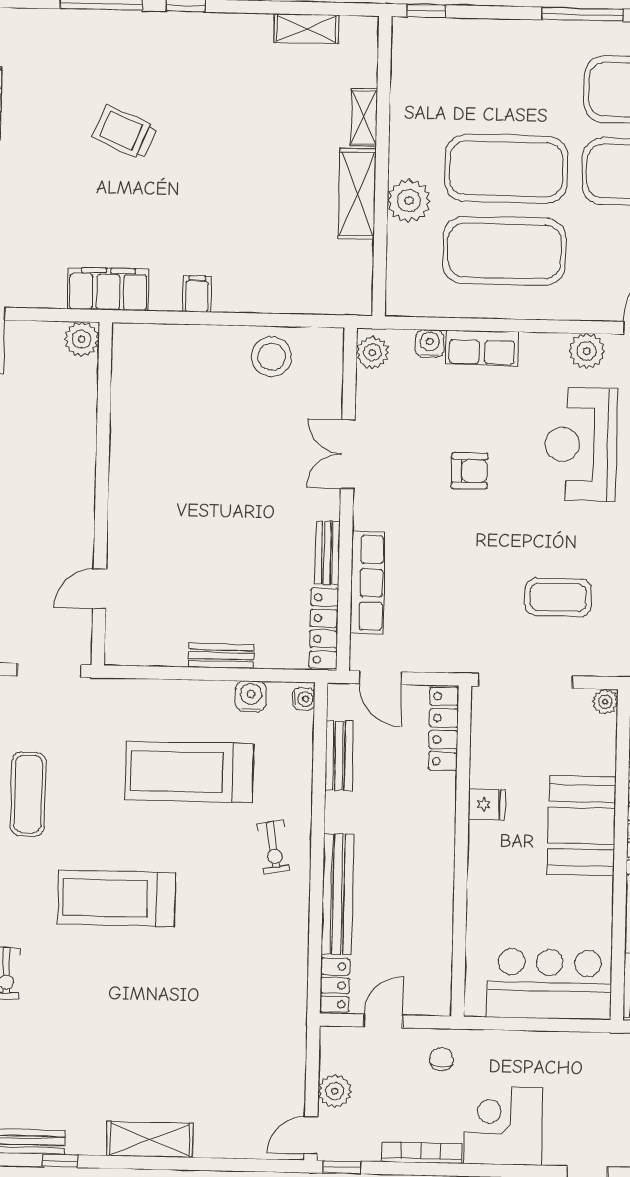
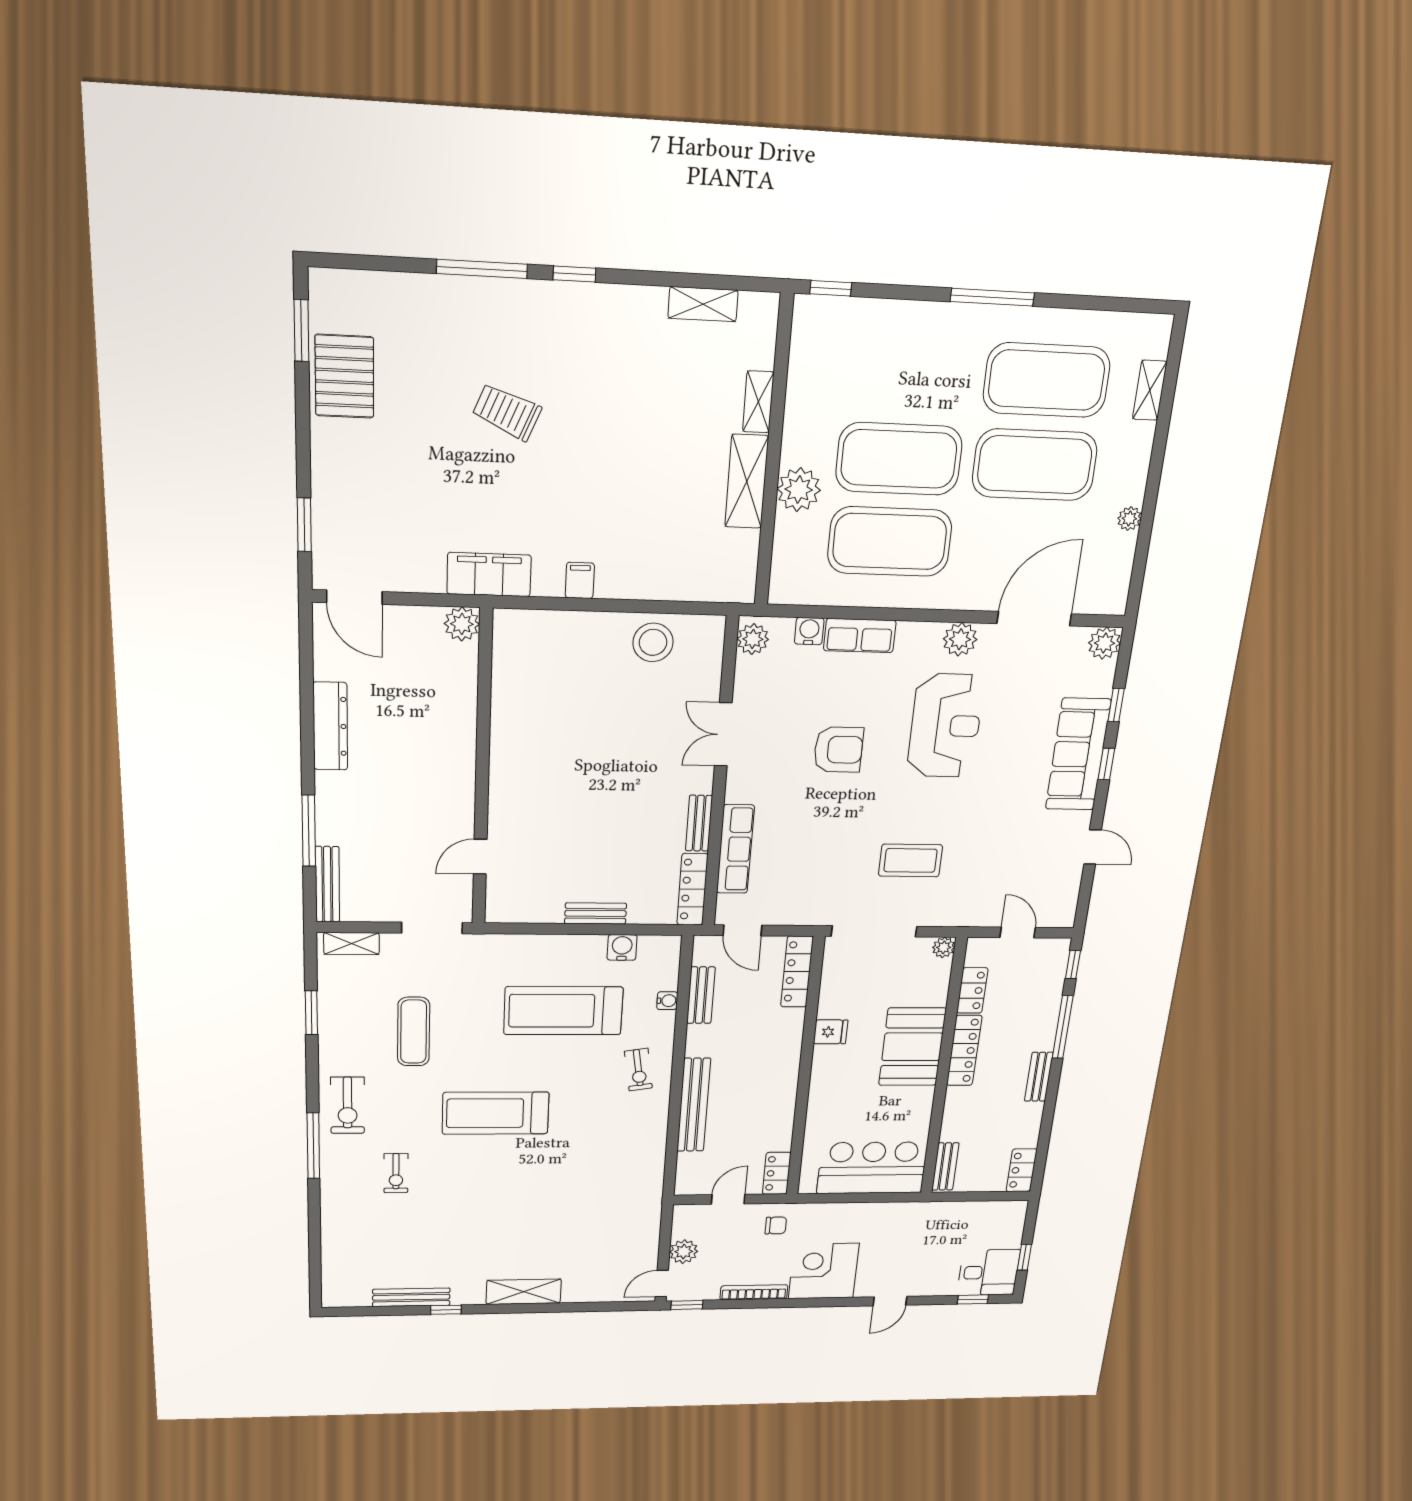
reception desk: (581, 444) -> (945, 726), turned 180
armchair: (469, 471) -> (838, 750), width x1.38, depth x1.38
water cooler: (304, 699) -> (667, 1001), moved
locker: (335, 985) -> (777, 1173), moved, turned 180
chair: (441, 1059) -> (776, 1225), turned 90

